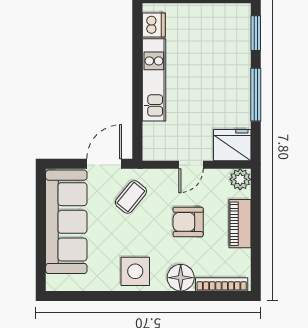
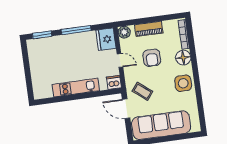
dishwasher: (154, 25) -> (114, 82), moved

